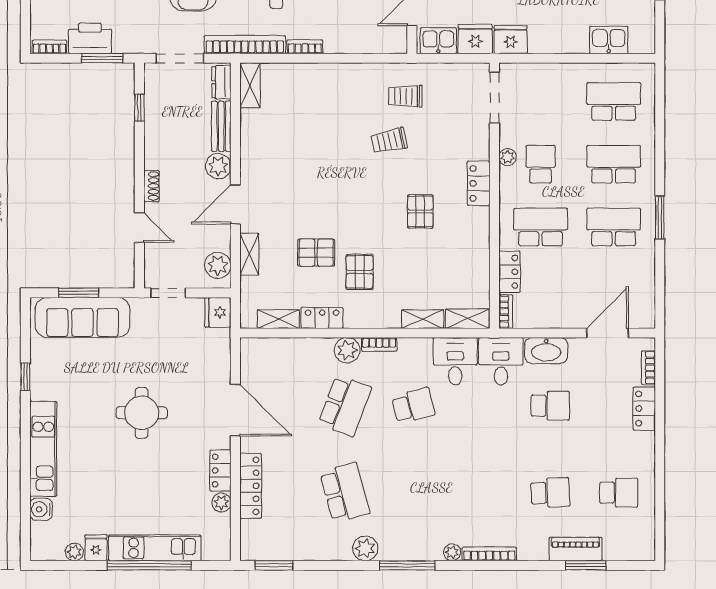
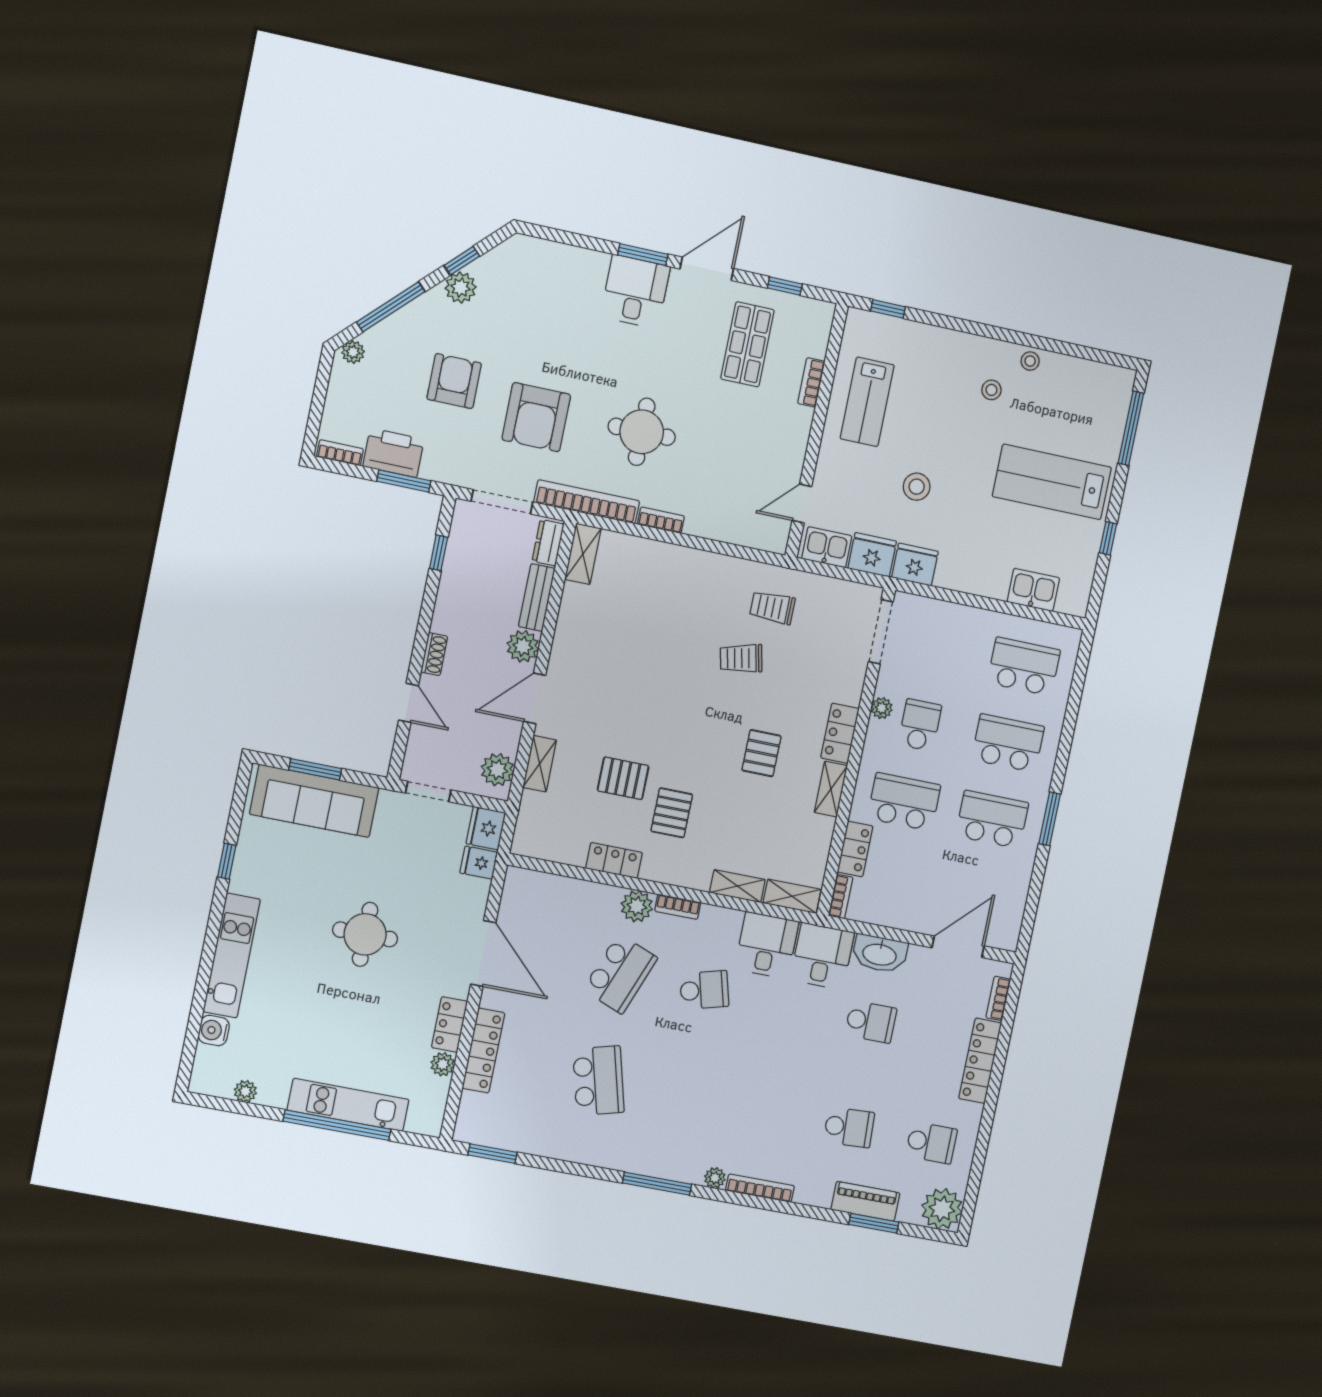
shelving: (278, 319) -> (831, 789), moved, turned 90
locker: (644, 409) -> (980, 1061), width x1.53
fridge: (96, 548) -> (479, 863), moved, turned -90
plant: (365, 548) -> (942, 1209), moved, width x1.36, depth x1.36

